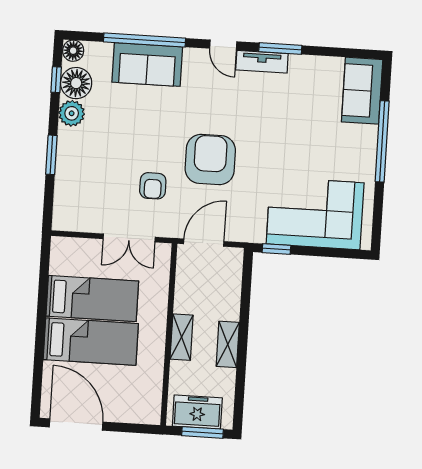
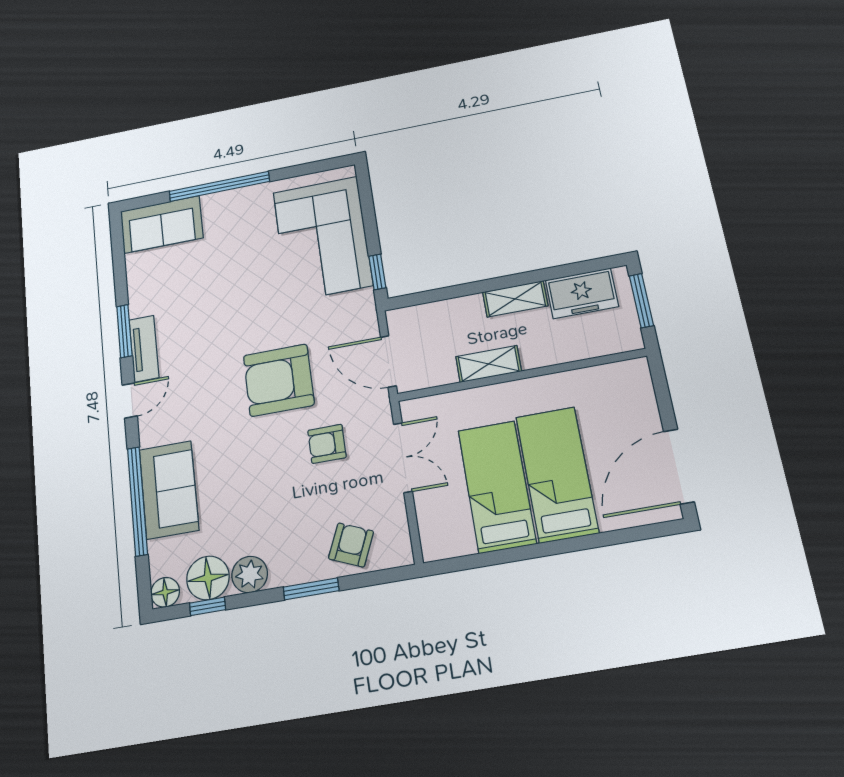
armchair: (153, 186) -> (327, 444), turned 180
armchair: (76, 189) -> (351, 545), added
shelving: (182, 337) -> (489, 364), moved
freezer: (197, 412) -> (582, 293), moved, turned -90

